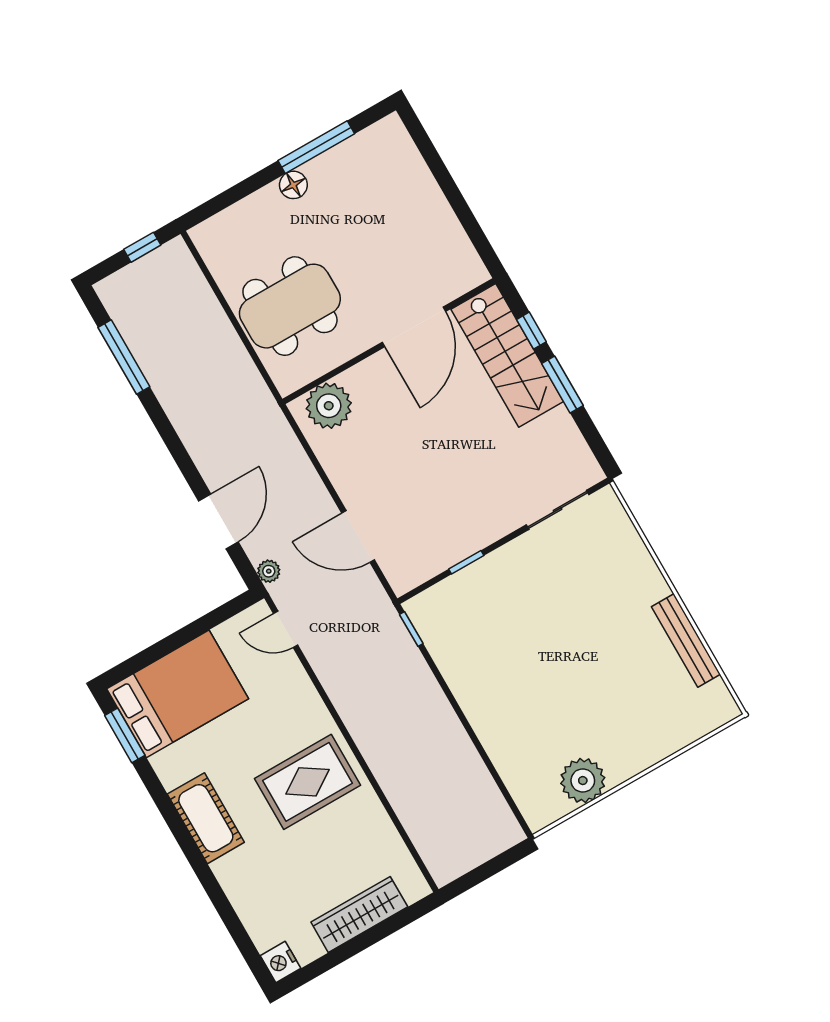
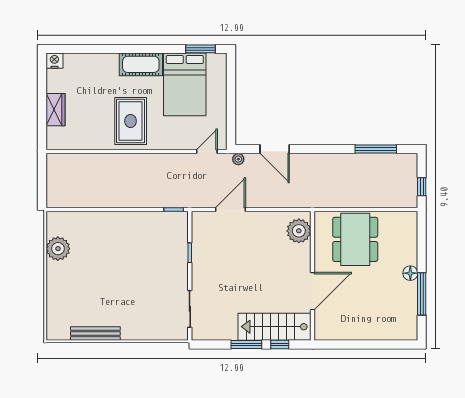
door: (414, 327) -> (313, 291), swing flipped
bed: (178, 694) -> (185, 84), moved
wardrobe: (359, 914) -> (56, 110), width x0.67

